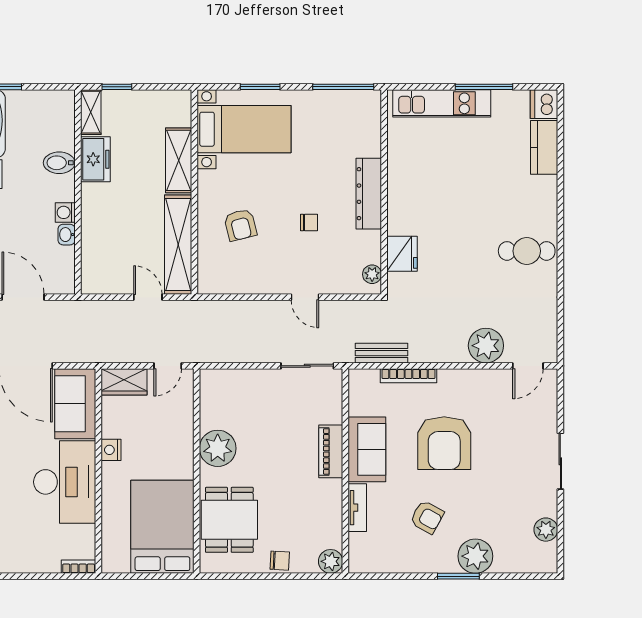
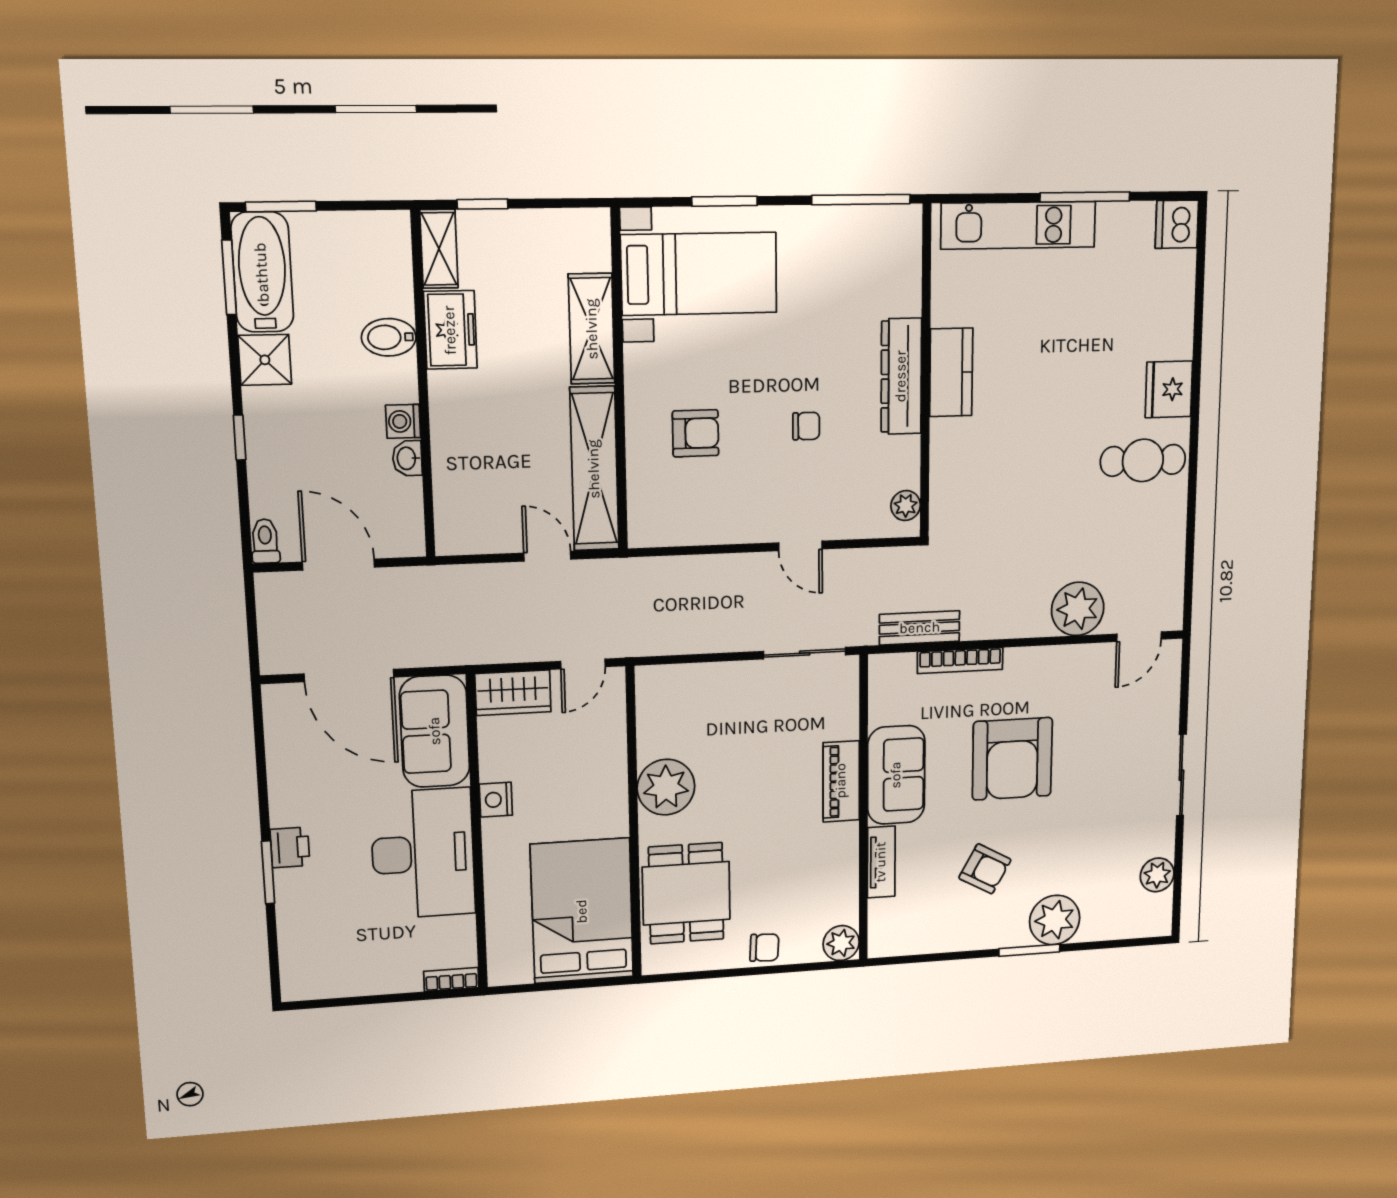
kitchen counter: (544, 147) -> (951, 372), moved, turned 180
armchair: (240, 225) -> (696, 433), turned -76
fridge: (402, 254) -> (1169, 389), moved, turned 180

